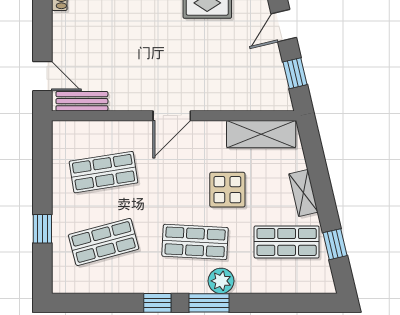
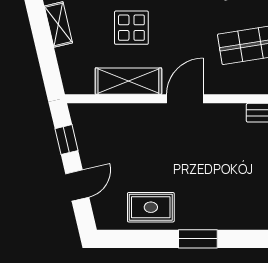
shelving: (261, 134) -> (128, 81), moved

